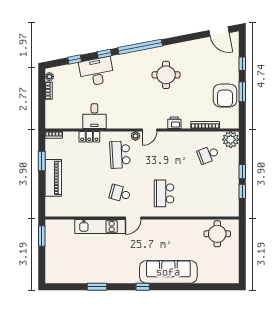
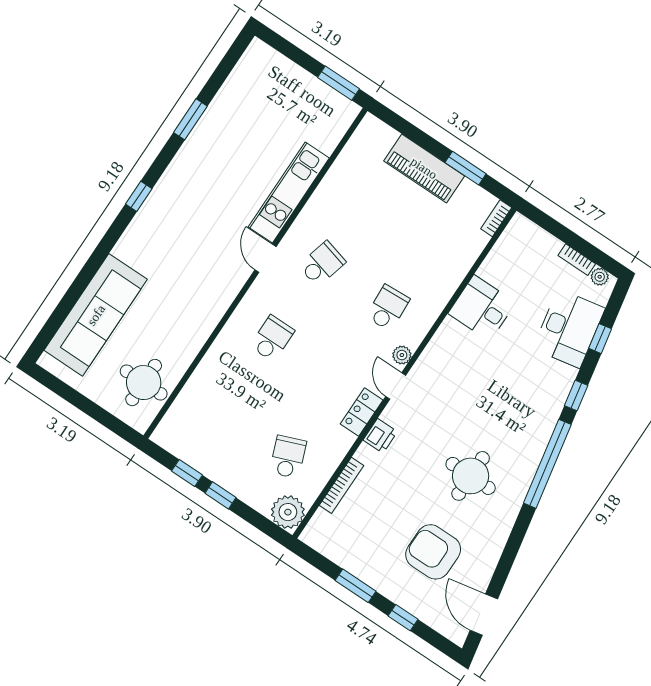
door: (219, 32) -> (484, 615), hinge flipped
desk: (97, 72) -> (569, 328), moved
armchair: (225, 96) -> (433, 552), moved
locker: (89, 137) -> (362, 412), moved
school desk: (120, 155) -> (388, 308), width x0.54
school desk: (164, 193) -> (272, 338), width x0.54
sofa: (168, 272) -> (96, 315), moved

